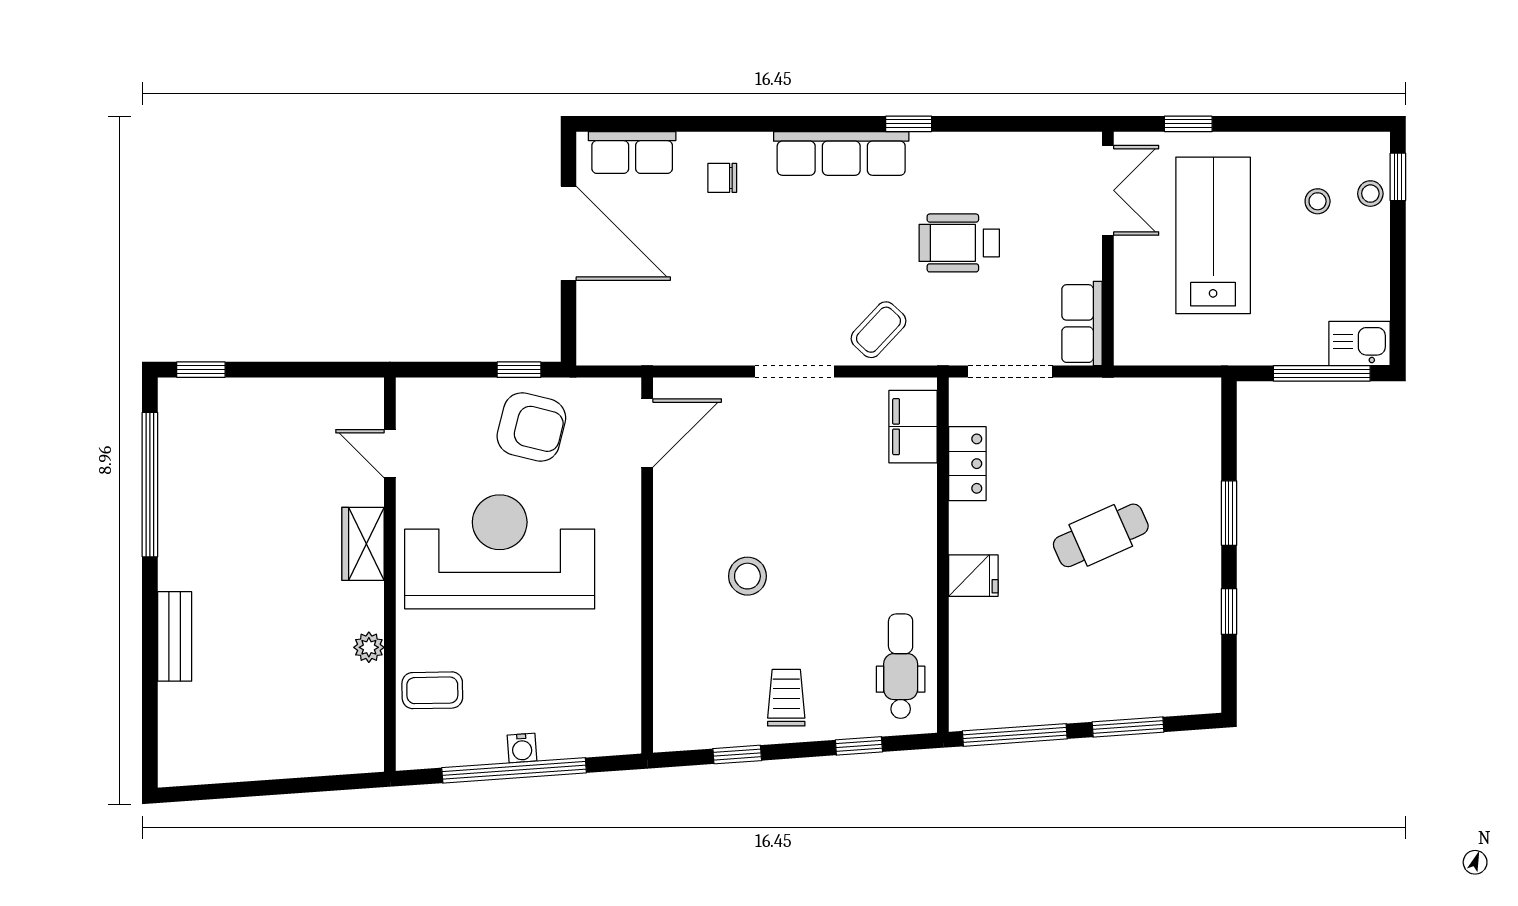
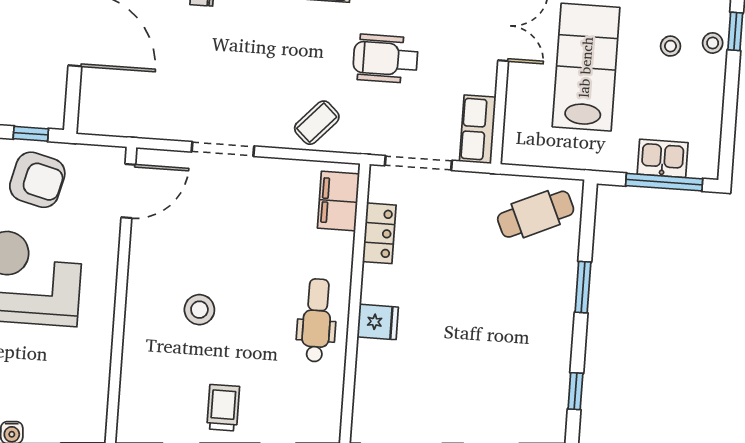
kitchen sink: (1360, 344) -> (663, 158), moved
doorway: (794, 372) -> (223, 149), moved
cafe table: (1101, 535) -> (536, 214), moved
window: (1229, 611) -> (575, 391), moved
dental chair: (901, 666) -> (317, 320), moved

